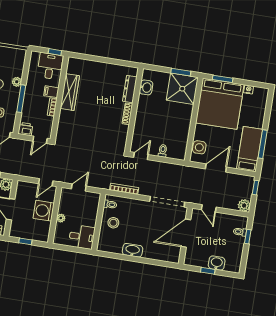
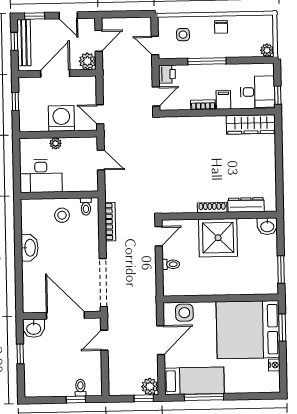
plant: (17, 82) -> (267, 50), moved
washbasin: (146, 87) -> (267, 226), moved
shower: (182, 89) -> (218, 238), moved
wardrobe: (70, 92) -> (251, 124), moved
door: (40, 140) -> (156, 96), swing flipped
door: (141, 156) -> (159, 236), hinge flipped
door: (216, 168) -> (161, 340), hinge flipped
plant: (244, 205) -> (150, 386), moved
desk: (82, 237) -> (41, 176), width x1.37
washbasin: (217, 263) -> (34, 328), moved, turned 90

